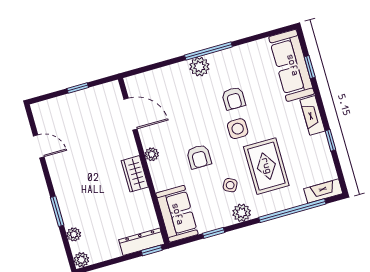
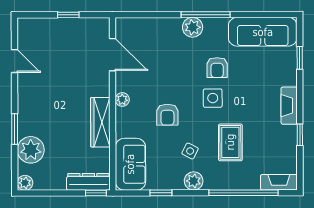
sofa: (292, 65) -> (263, 32), moved, turned -90
rug: (266, 166) -> (230, 142), width x0.73, depth x0.70
wardrobe: (135, 174) -> (100, 122), width x1.50
plant: (74, 234) -> (31, 150), width x1.87, depth x1.87

